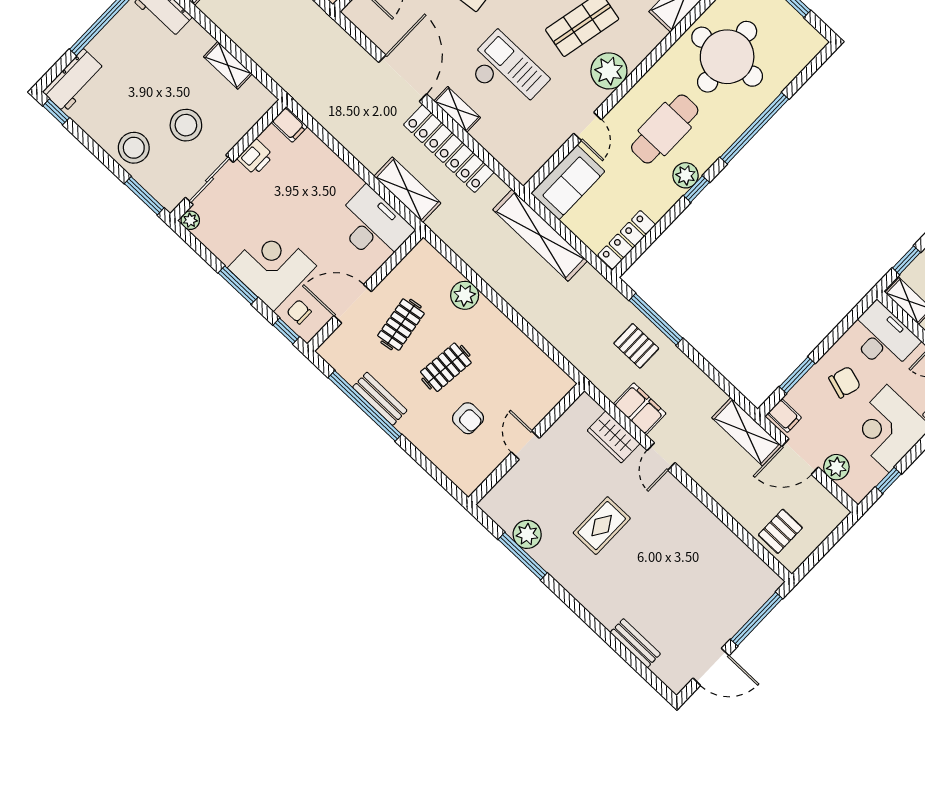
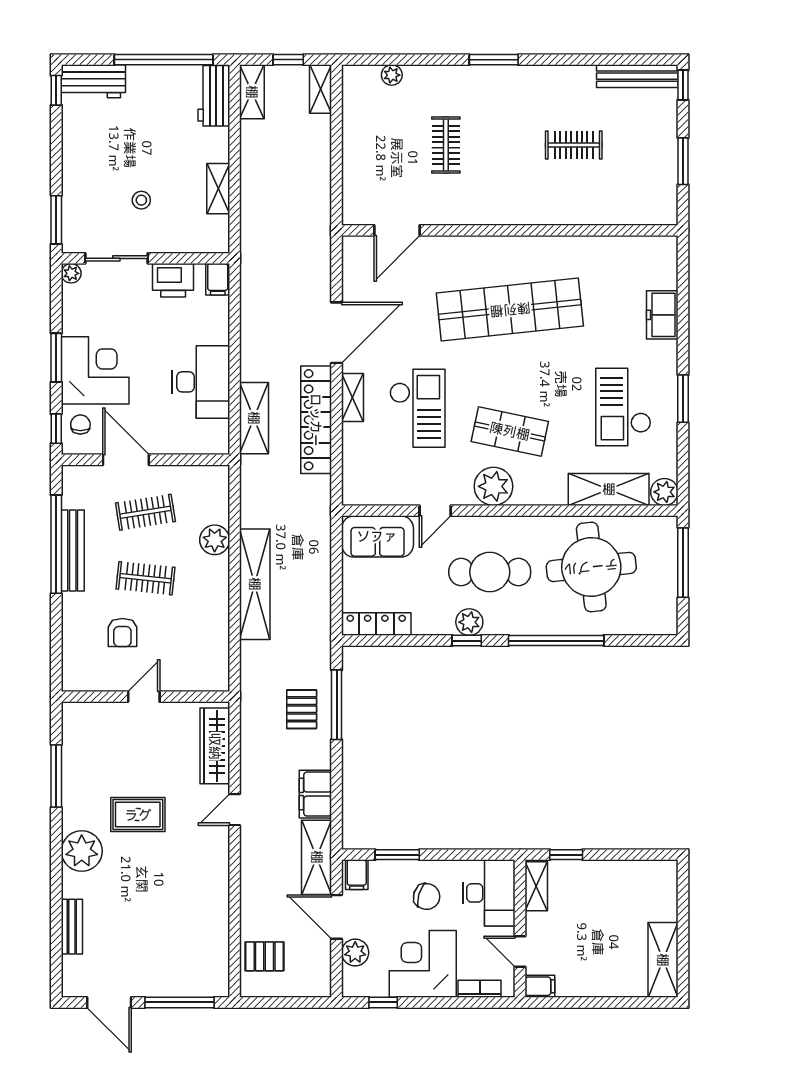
stool: (186, 125) -> (141, 200), width x0.53, depth x0.53
stool: (134, 148) -> (86, 177), removed
printer: (255, 157) -> (173, 280), width x1.36, depth x1.24
desk: (373, 226) -> (201, 382), moved
shelving: (540, 235) -> (255, 584), moved
bench: (380, 399) -> (73, 550), width x1.36
filing cabinet: (640, 409) -> (315, 794), moved, turned 180
wardrobe: (614, 437) -> (215, 746), width x1.50
plant: (527, 534) -> (82, 851), moved, width x1.36, depth x1.36

